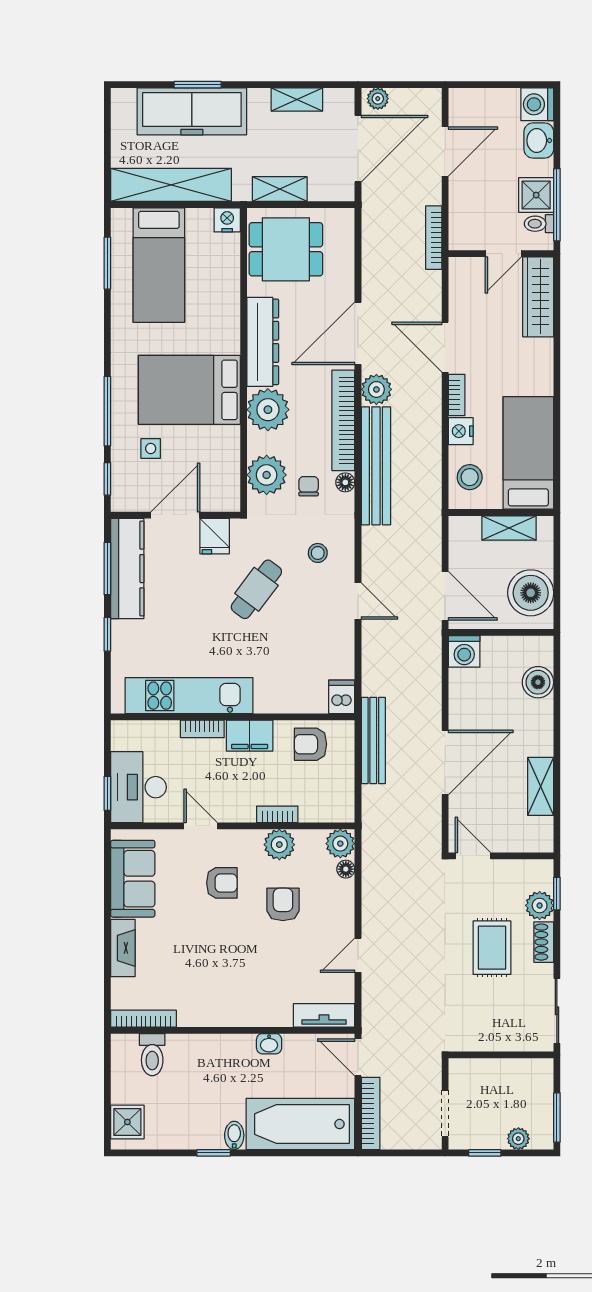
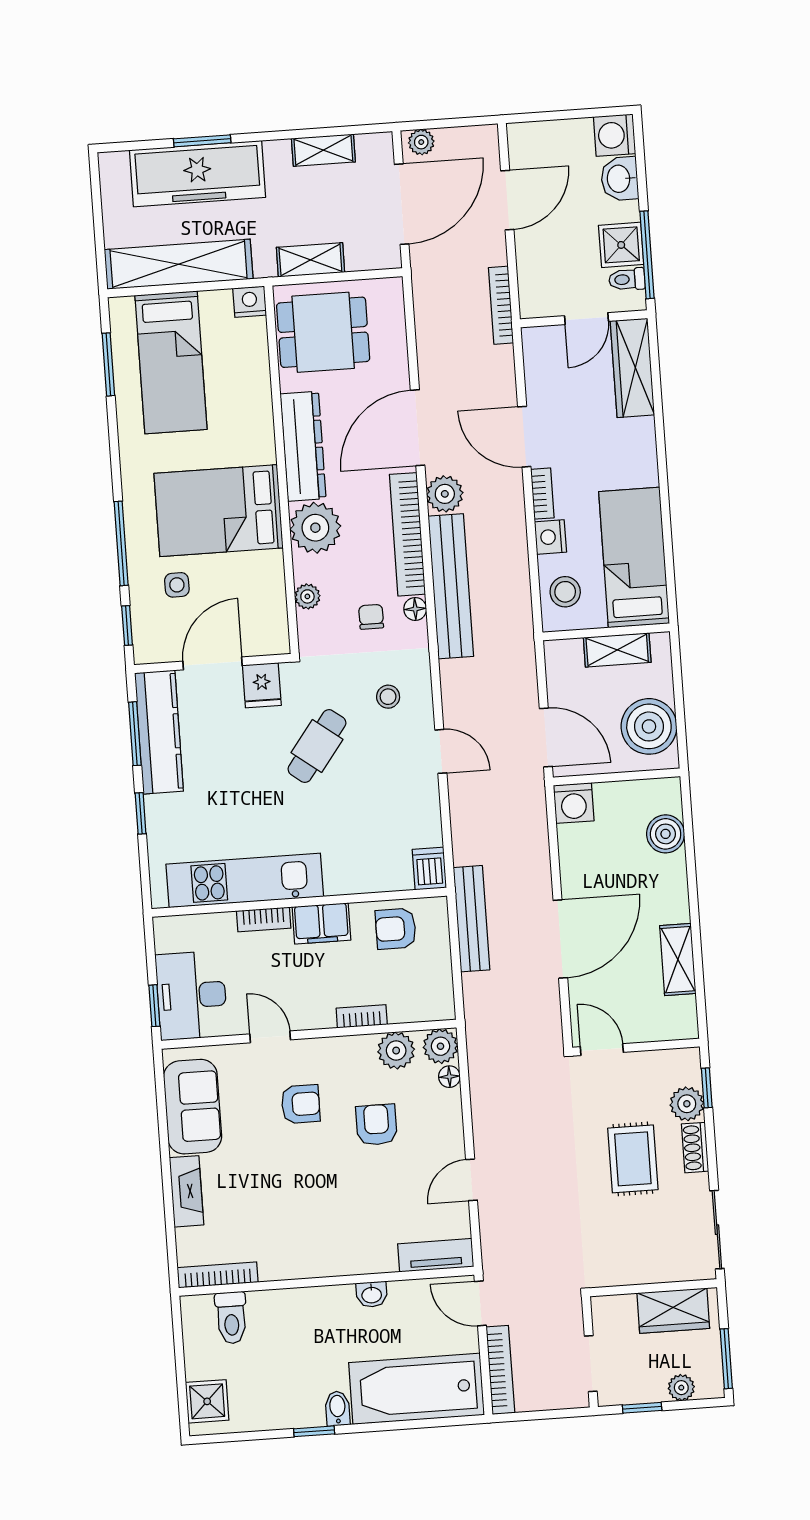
plant: (267, 475) -> (307, 596), width x0.53, depth x0.53
plant: (279, 845) -> (396, 1051), moved
wardrobe: (516, 1075) -> (673, 1311), added

